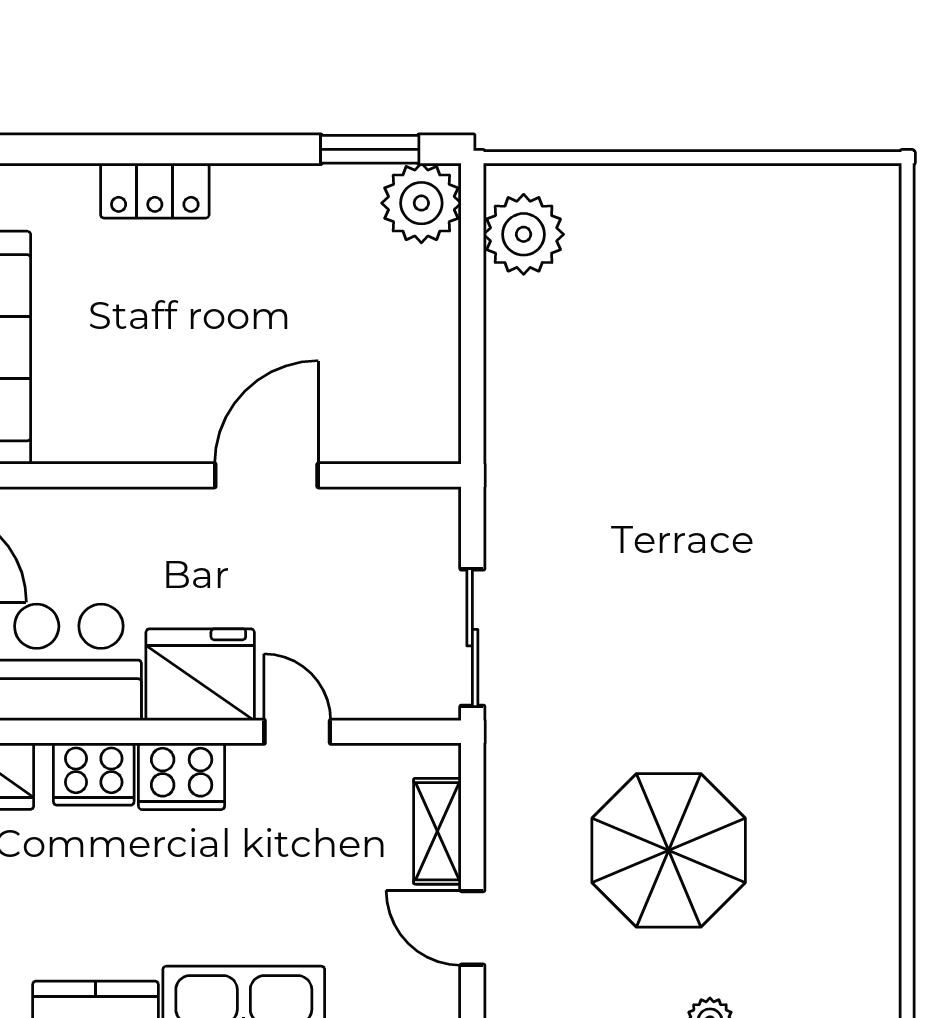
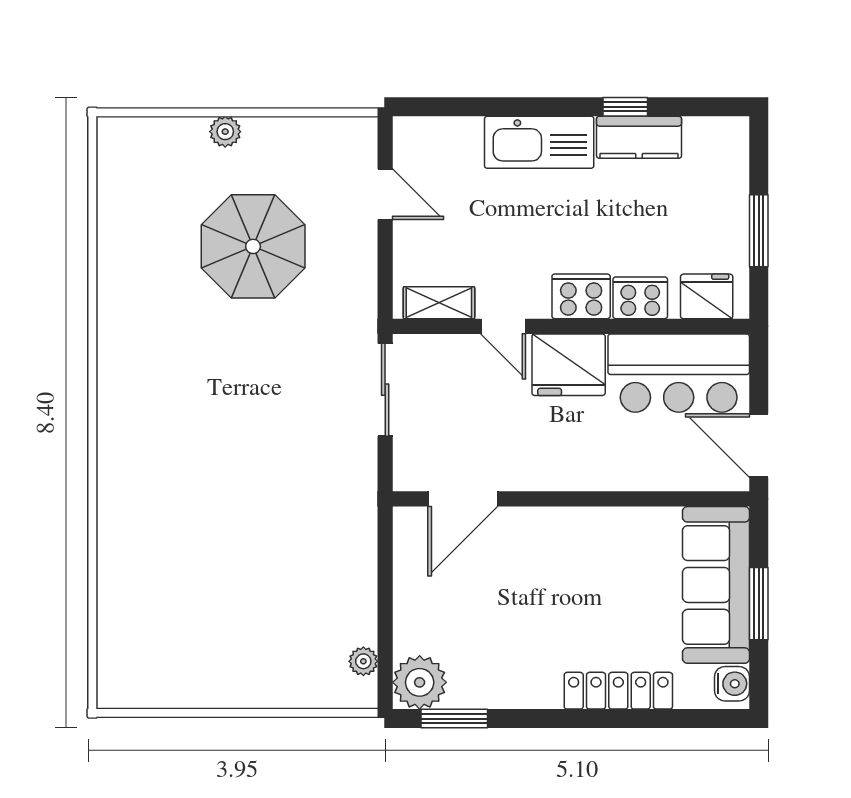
locker: (155, 191) -> (618, 691), width x1.53
plant: (524, 234) -> (363, 661), width x0.53, depth x0.53
door: (266, 475) -> (463, 499), moved
shelving: (437, 831) -> (439, 303), moved, turned 90

